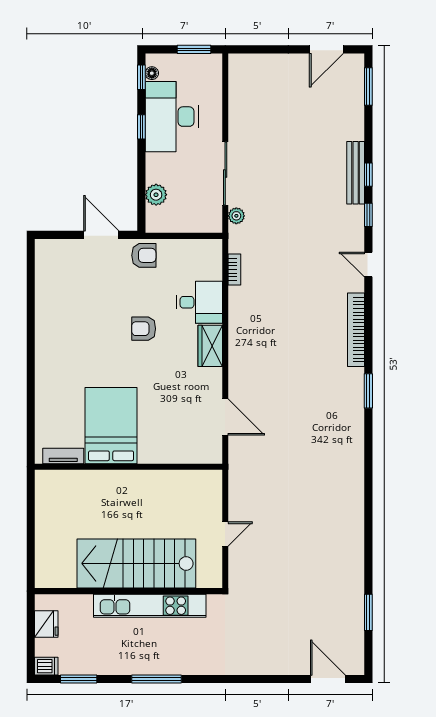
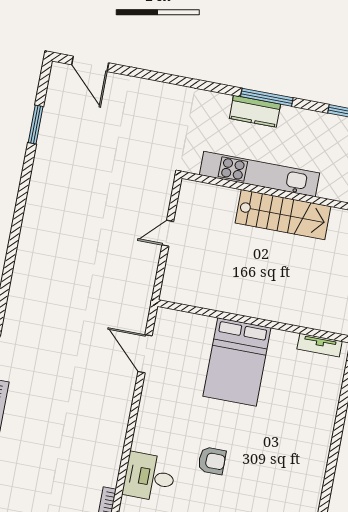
wardrobe: (210, 346) -> (147, 430), removed
bed: (111, 426) -> (237, 362), moved
stairs: (136, 563) -> (283, 215), width x0.73, depth x0.66
kitchen counter: (165, 664) -> (255, 111), added

